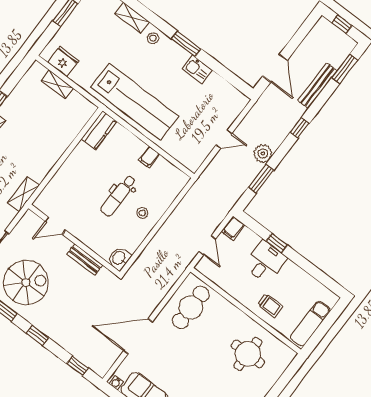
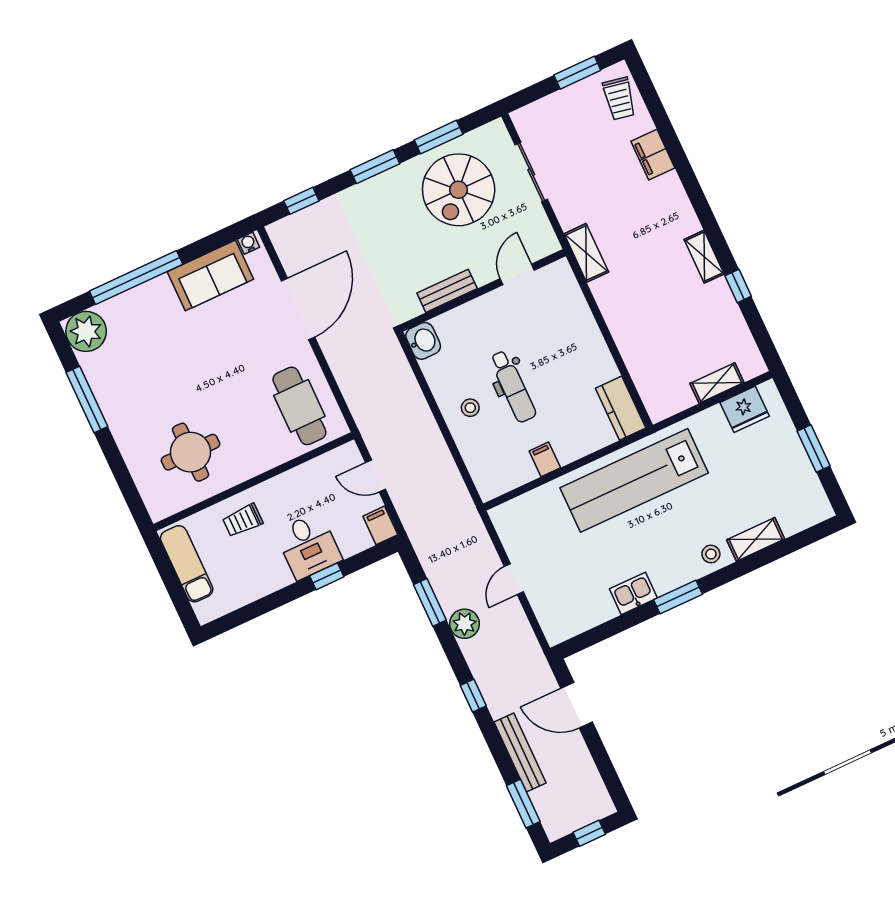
dental chair: (118, 196) -> (513, 386), turned 180
window: (37, 335) -> (375, 167), width x1.50

